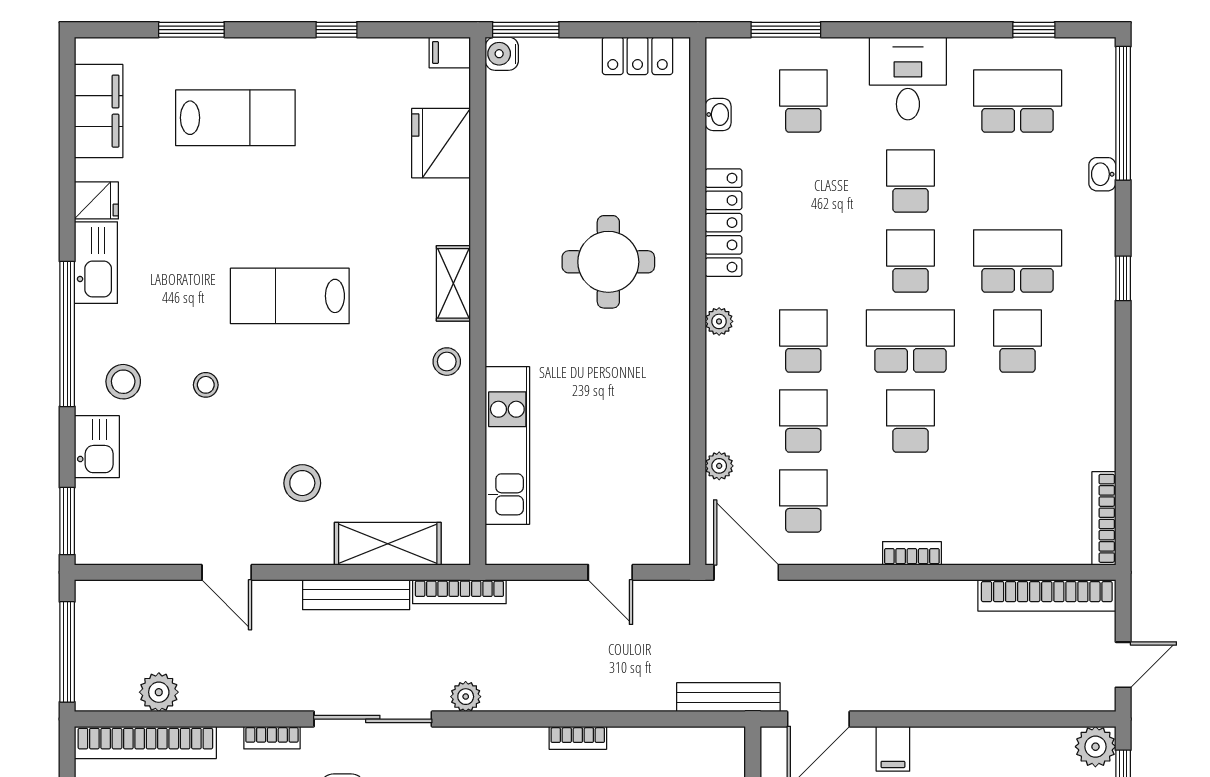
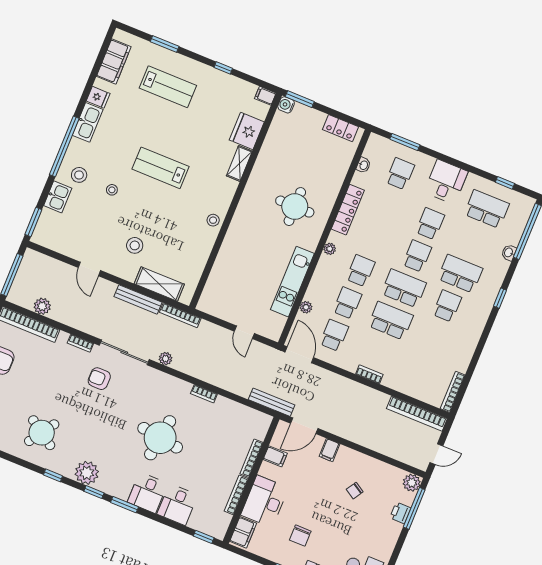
shelving: (453, 283) -> (239, 163), moved
school desk: (910, 421) -> (391, 321), width x1.85
kitchen unit: (507, 445) -> (292, 282), moved, turned 180

